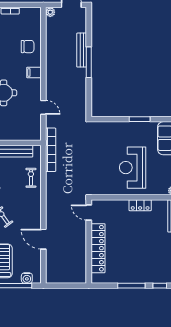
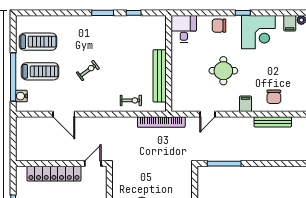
bench: (82, 50) -> (273, 122), moved
window: (89, 62) -> (224, 164), moved
door: (43, 239) -> (64, 114), swing flipped

